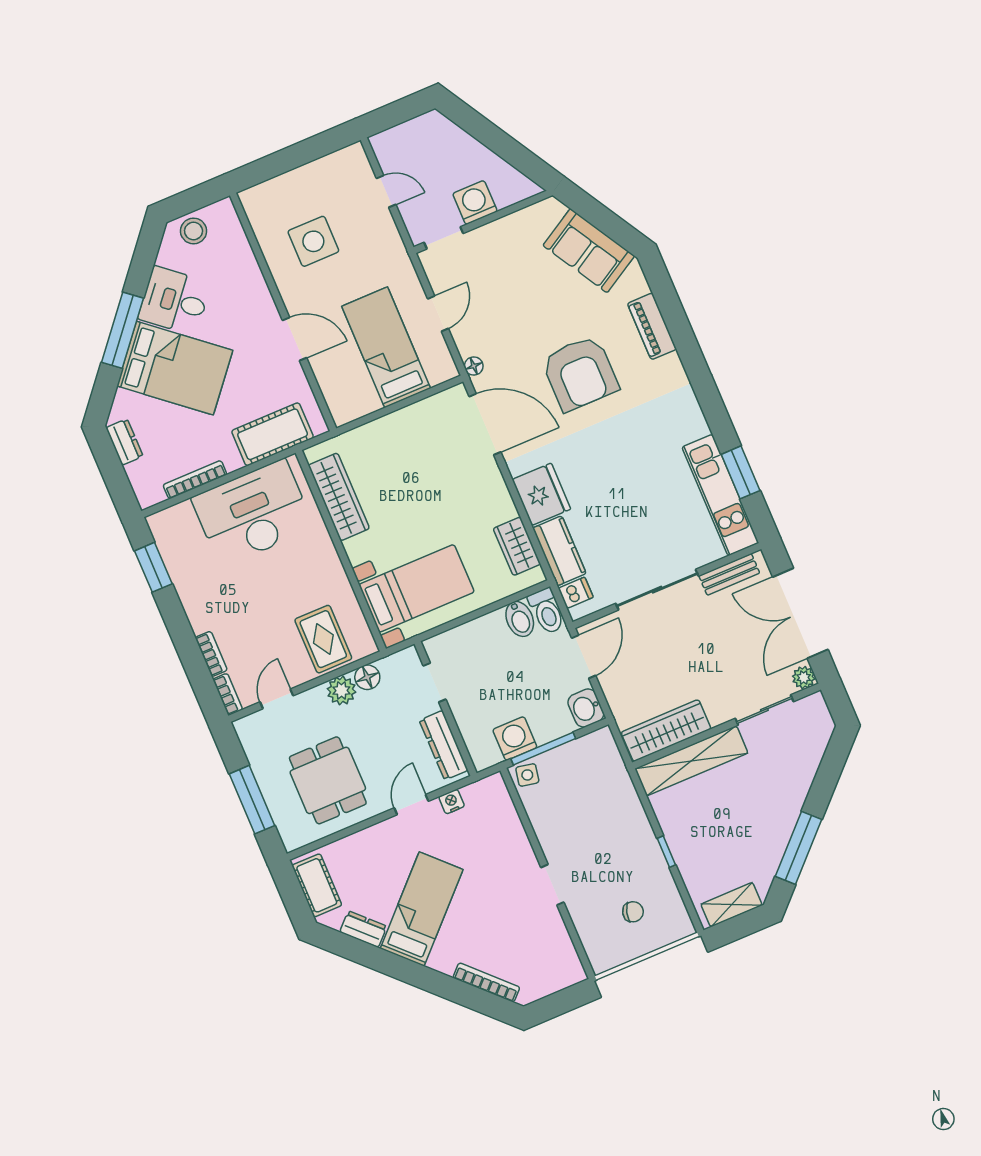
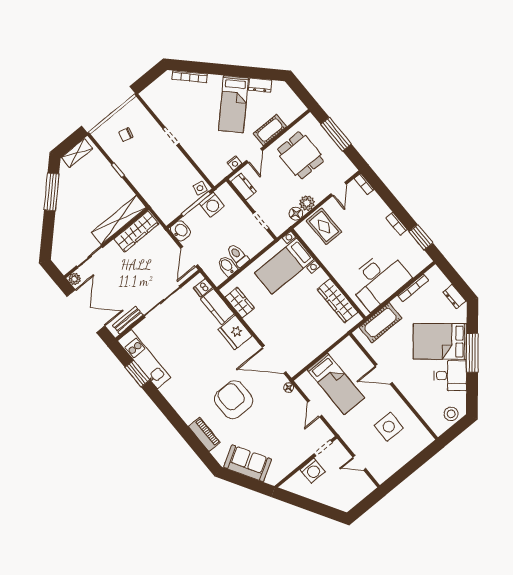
toilet: (547, 611) -> (238, 255), moved
bookcase: (211, 654) -> (397, 224), moved
dresser: (444, 745) -> (244, 187), width x0.70
cot: (317, 885) -> (270, 130), moved, turned 90

